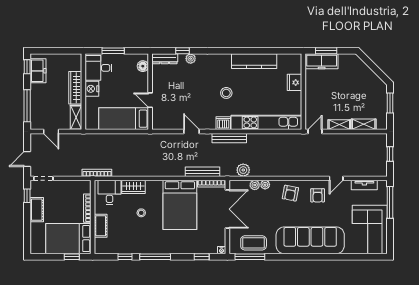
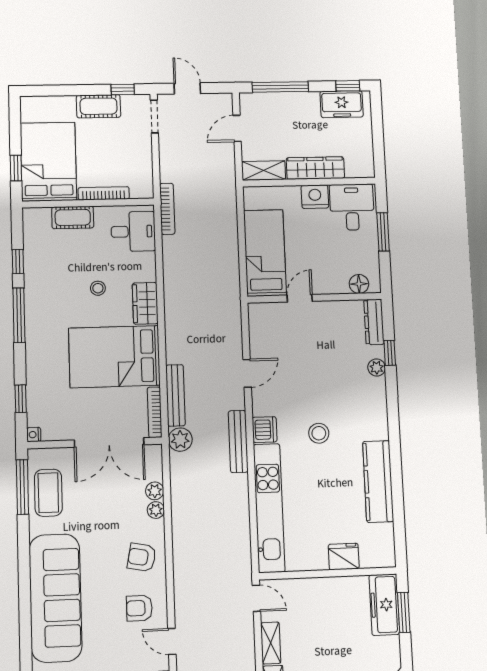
plant: (243, 170) -> (180, 440), moved
wardrobe: (133, 187) -> (145, 303), moved

